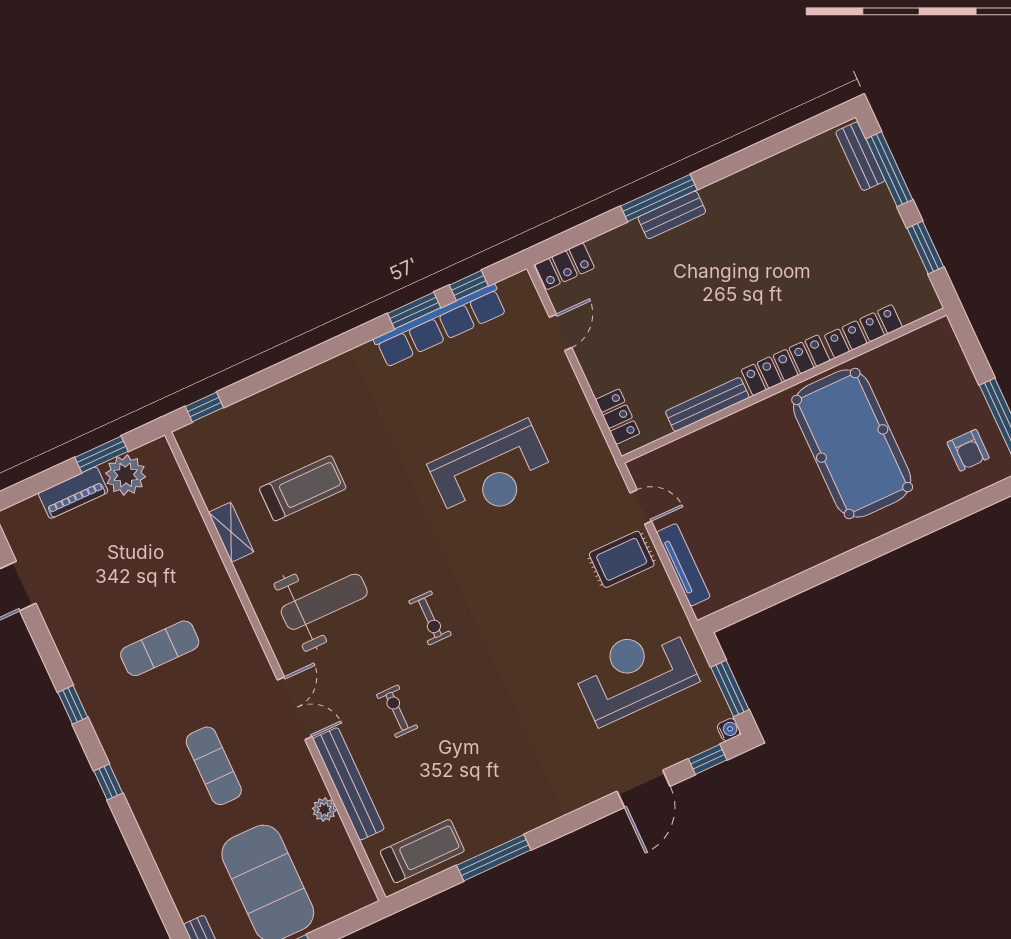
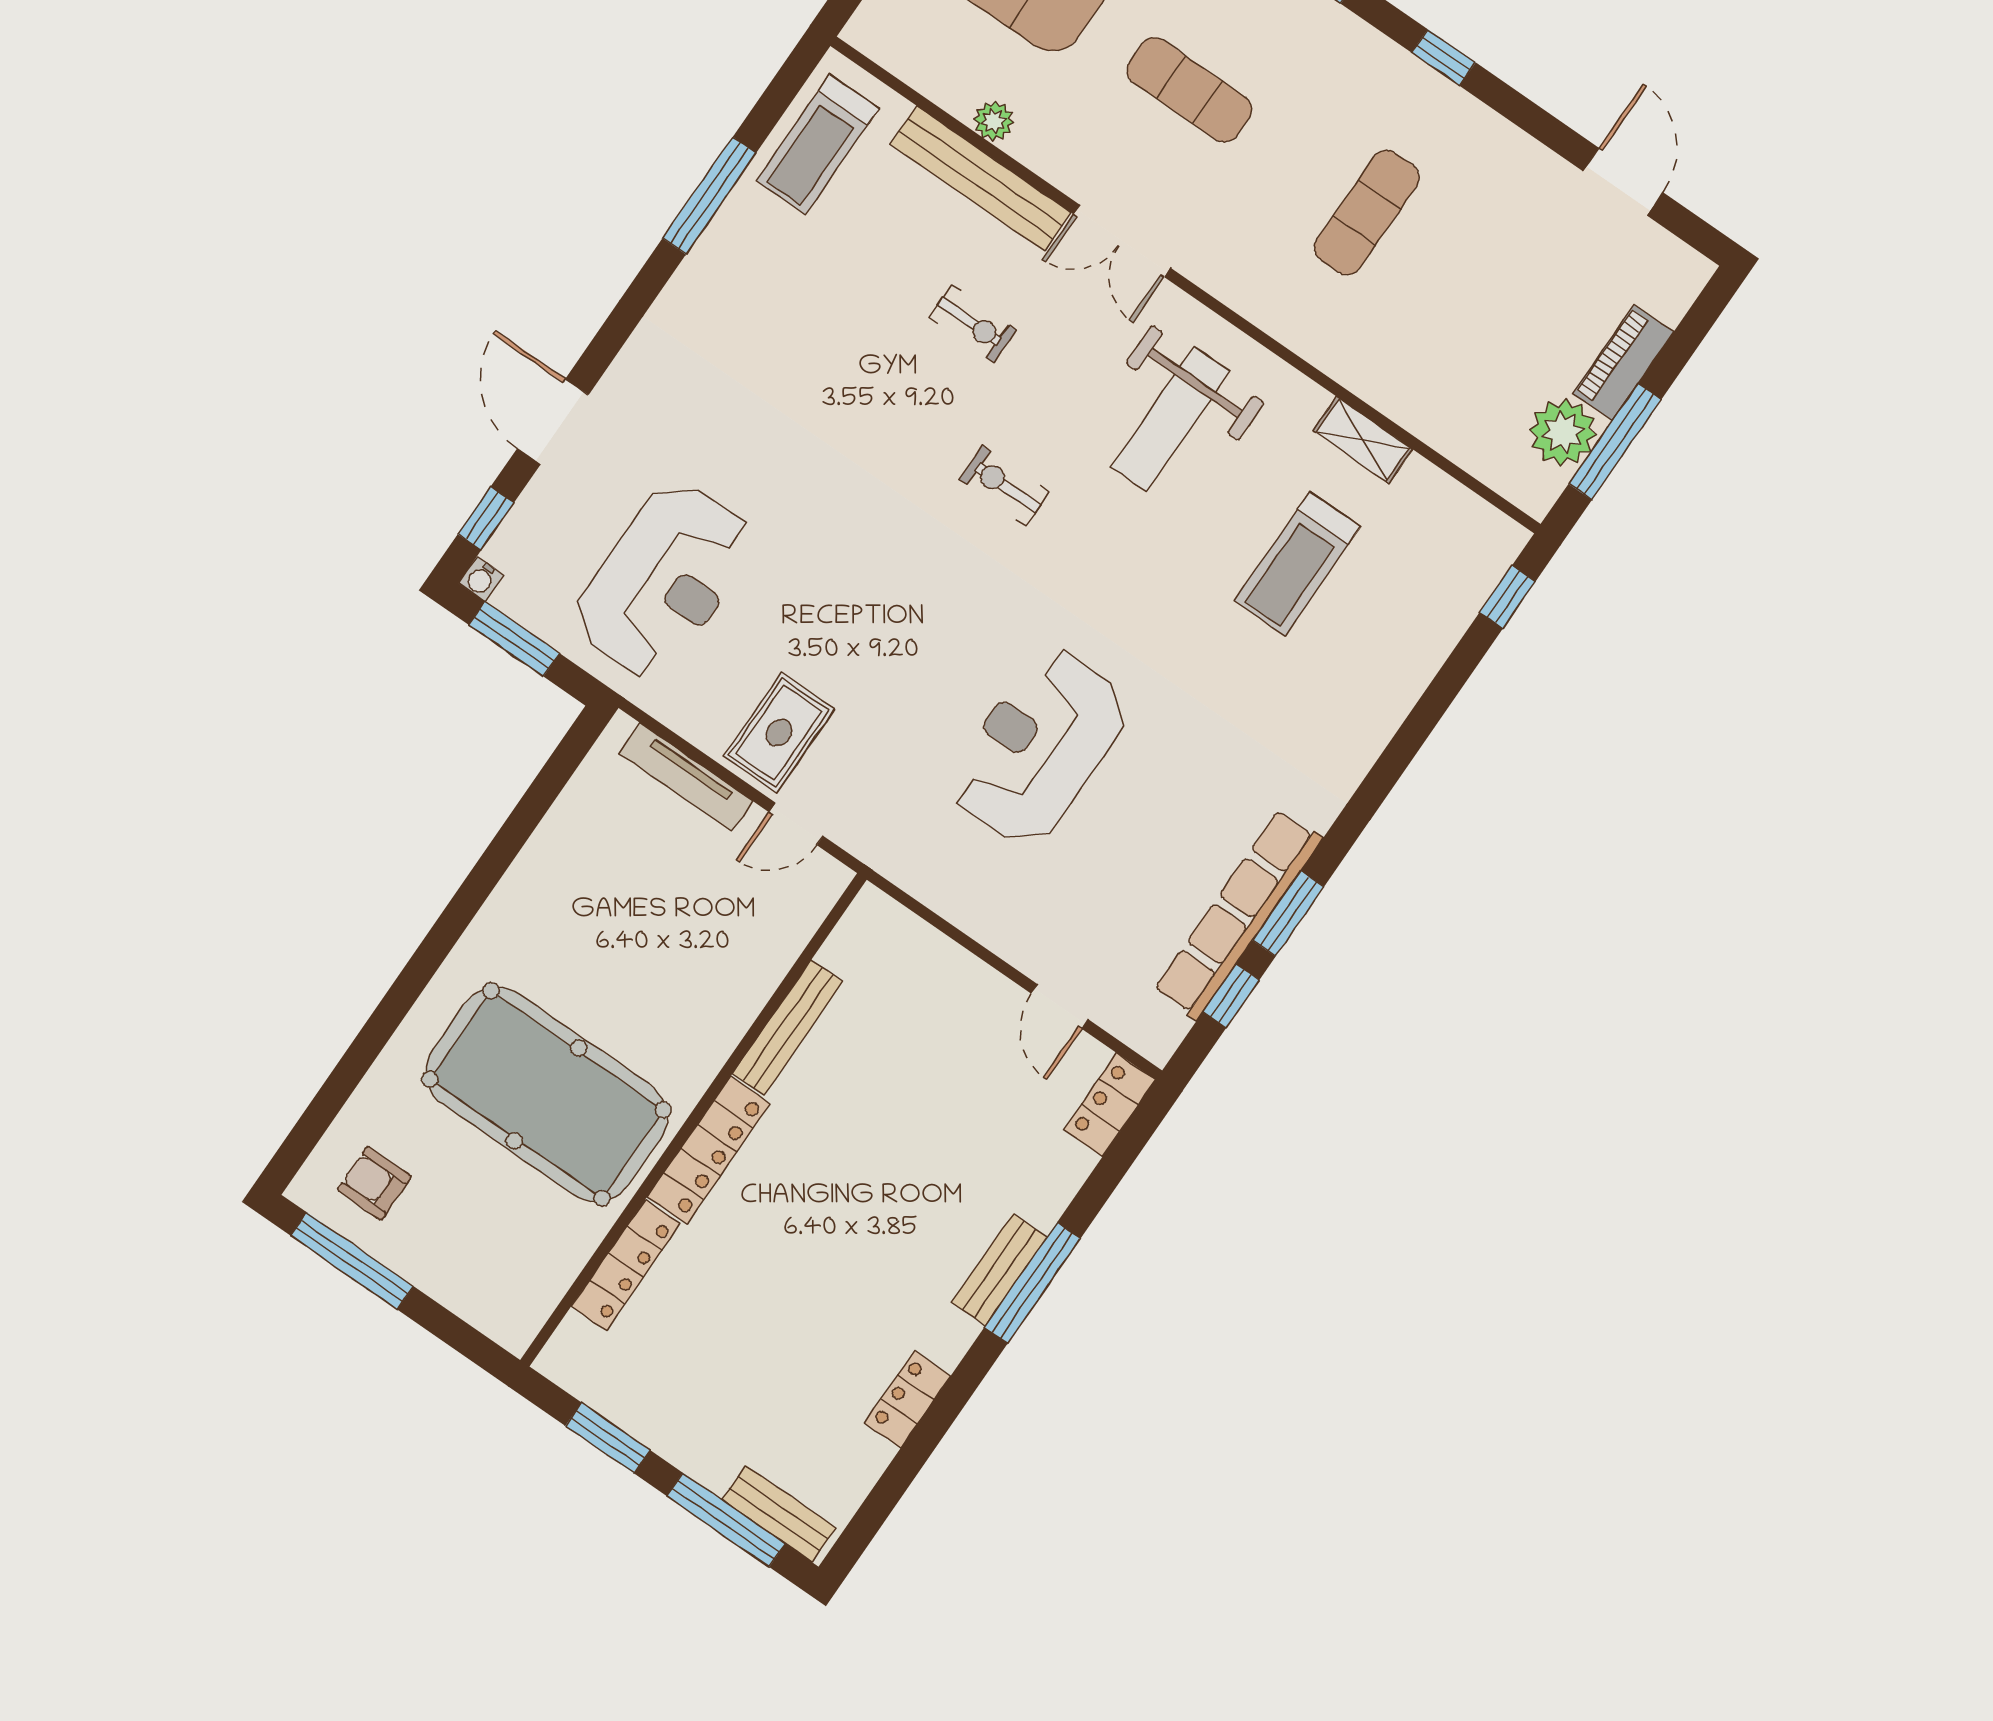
locker: (618, 417) -> (908, 1399), moved, turned 90
window: (101, 454) -> (1615, 442), width x1.44

